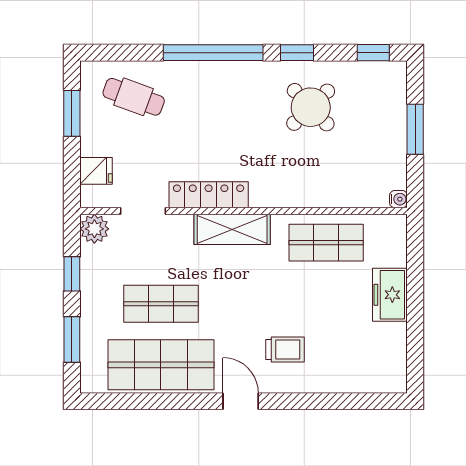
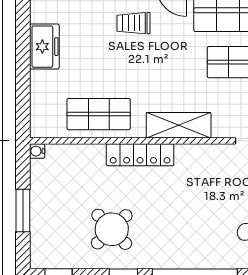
locker: (209, 195) -> (140, 155), moved
freezer: (390, 295) -> (44, 47), moved

